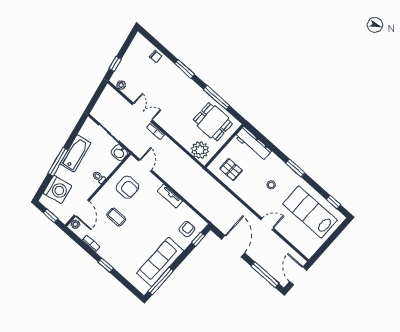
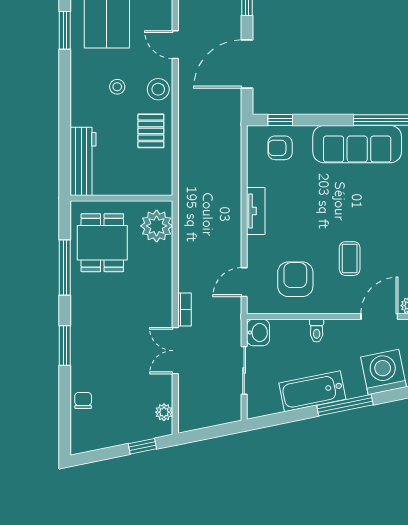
window: (295, 168) -> (65, 30), moved
pallet: (231, 170) -> (151, 131), moved
stool: (255, 201) -> (158, 89), added

